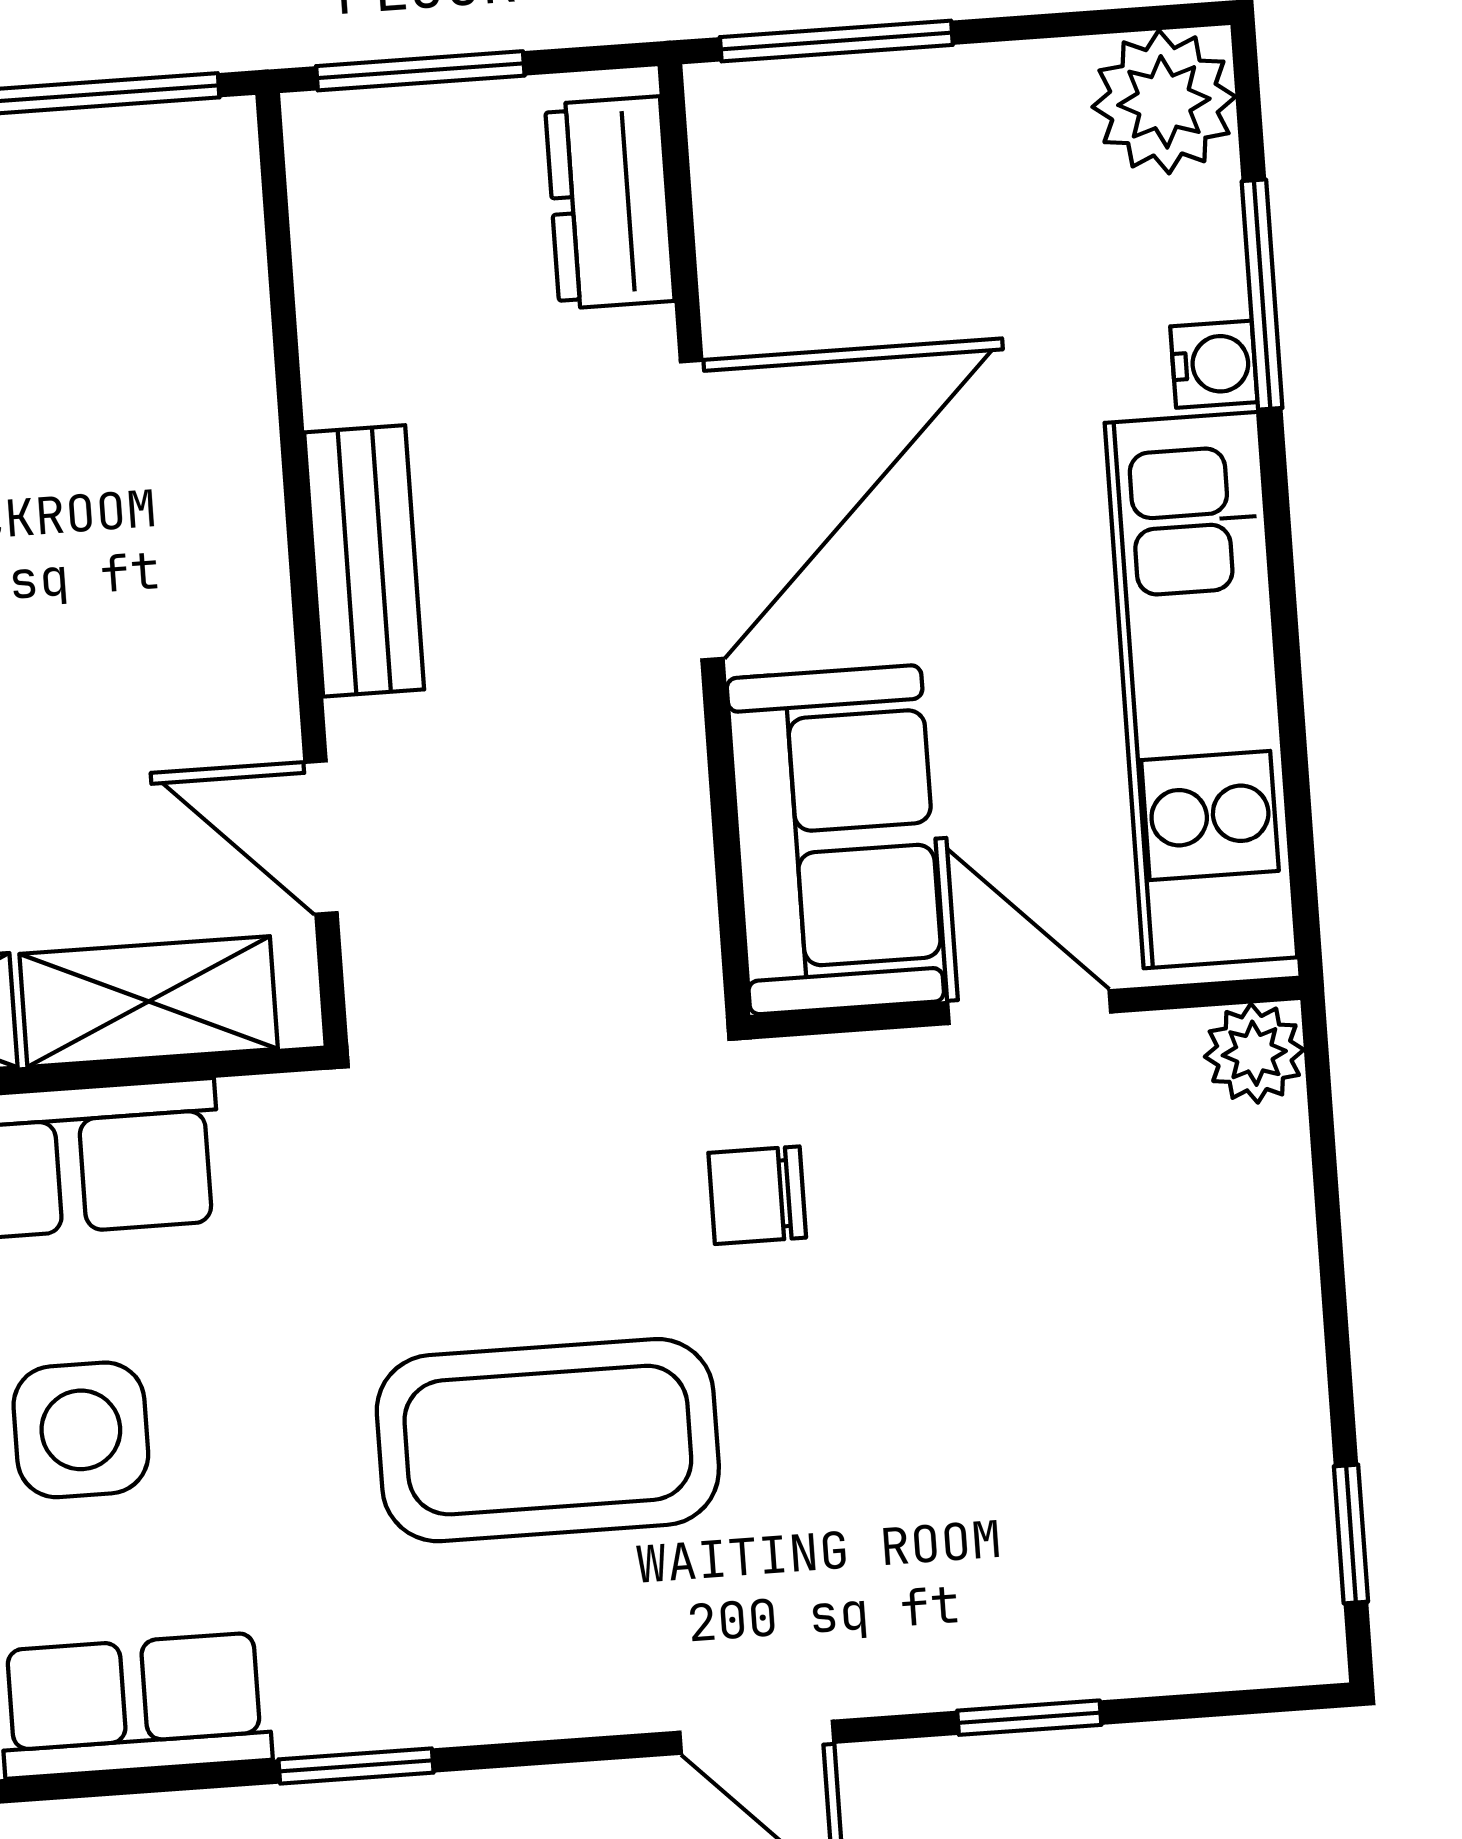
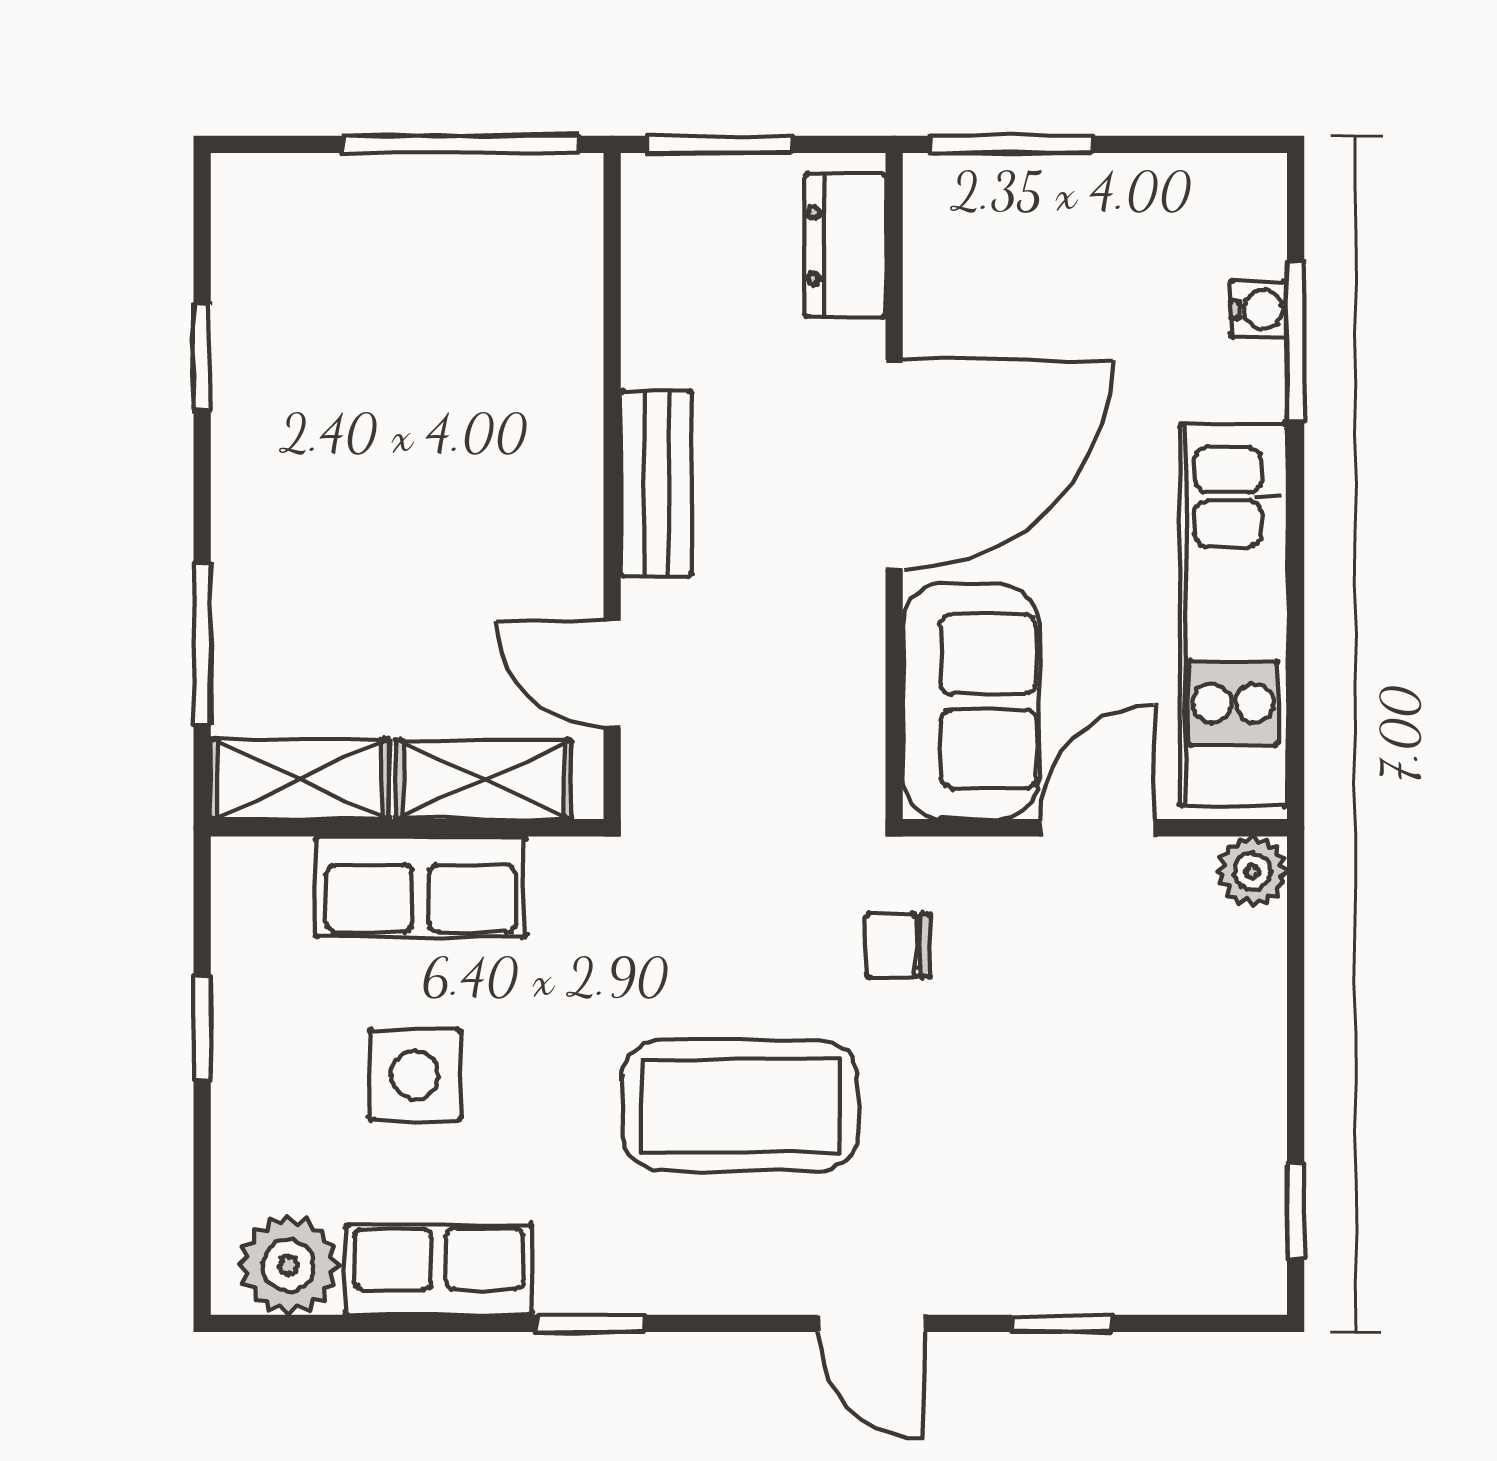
plant: (1164, 102) -> (1237, 203), removed
water cooler: (1214, 364) -> (1259, 309), moved
door: (1029, 1007) -> (1097, 828), hinge flipped

